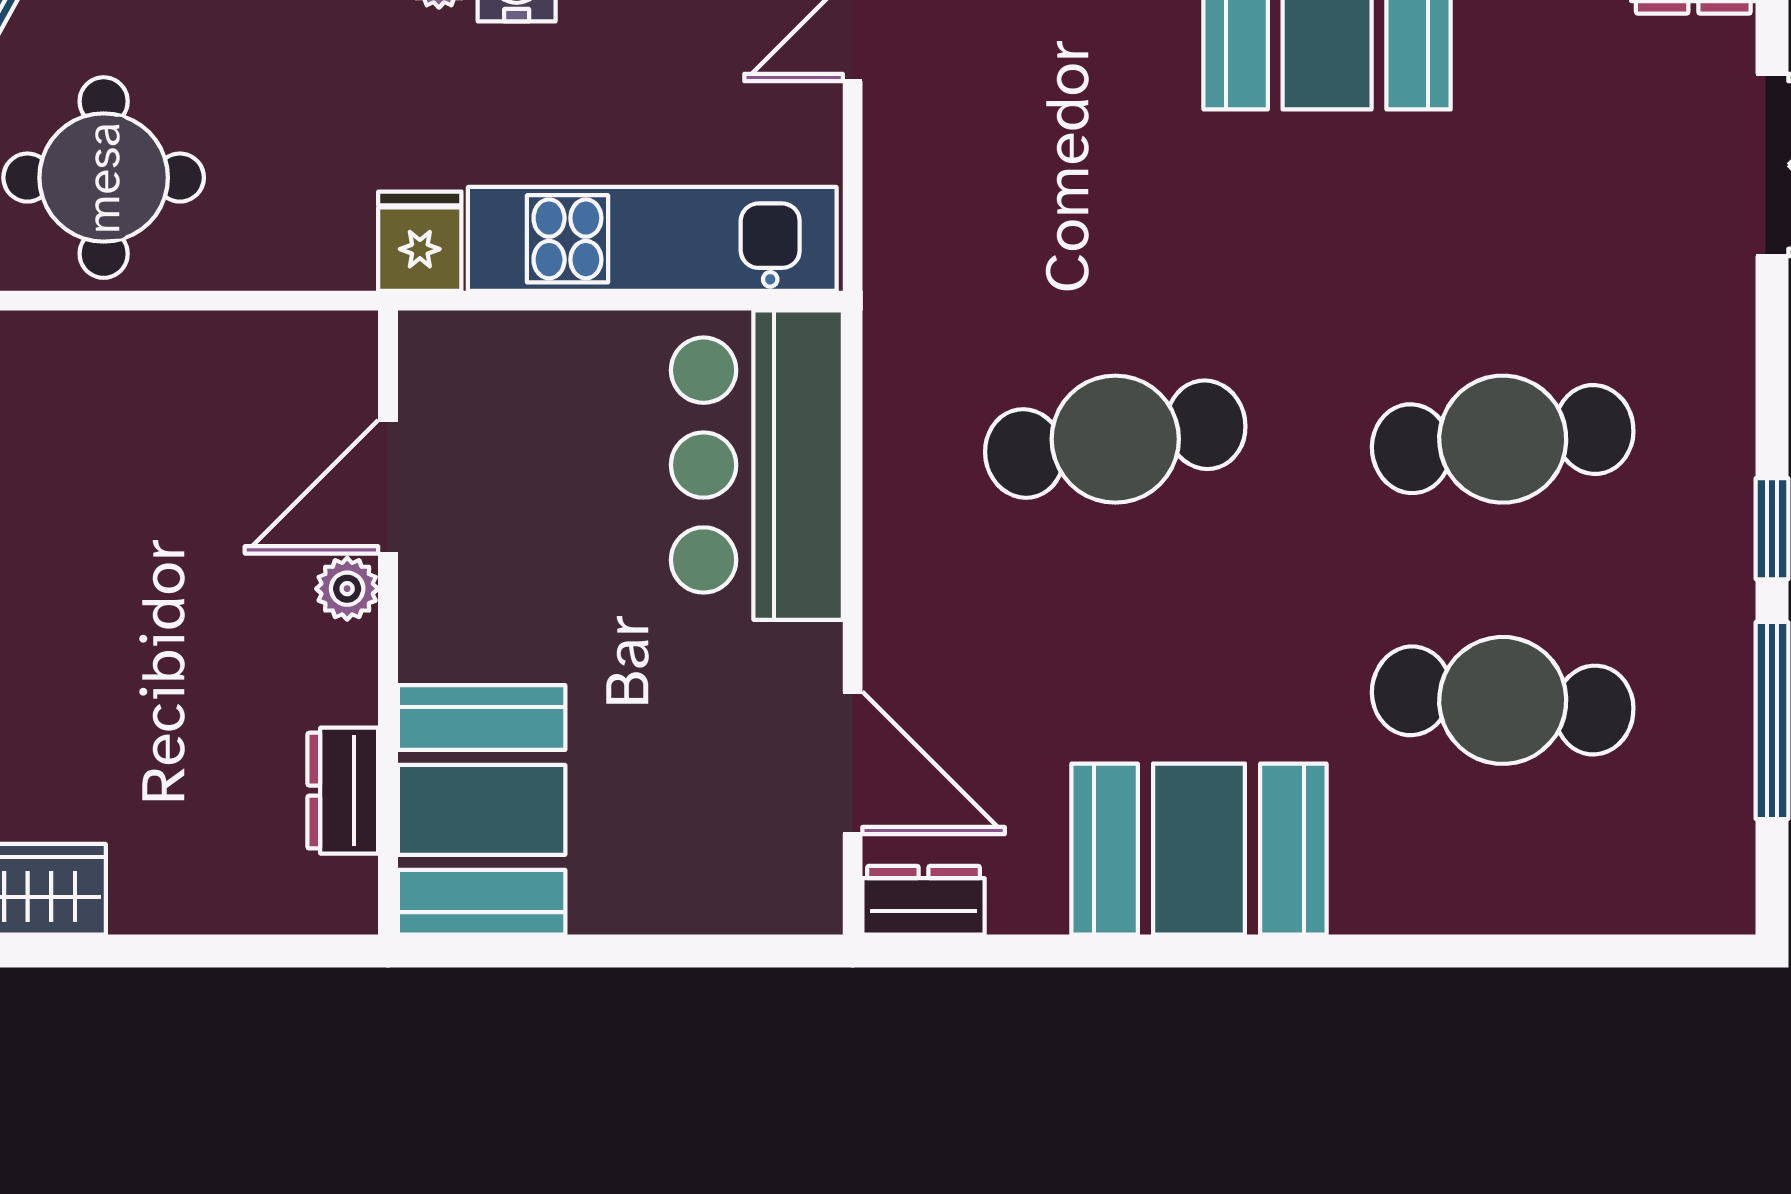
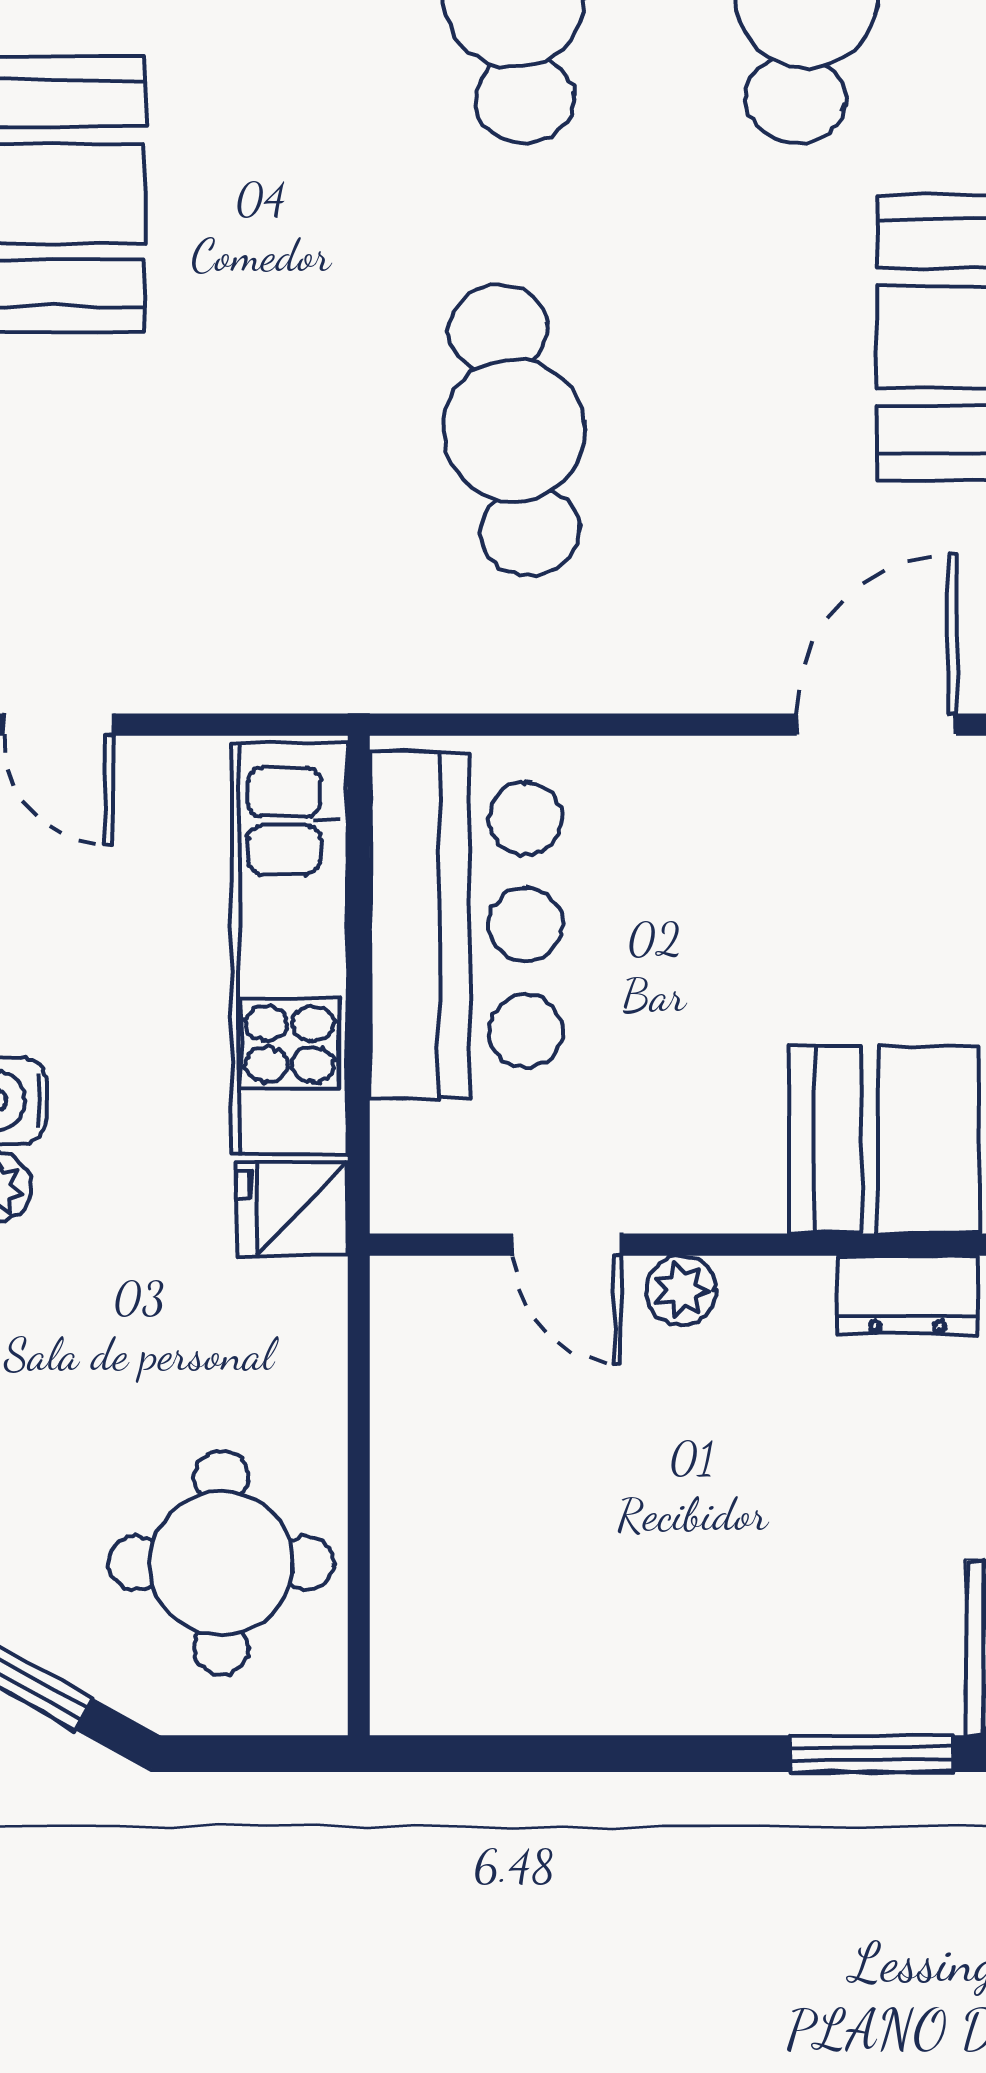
bar counter: (757, 465) -> (466, 925), moved, turned -90
door: (388, 487) -> (567, 1245), width x0.73

